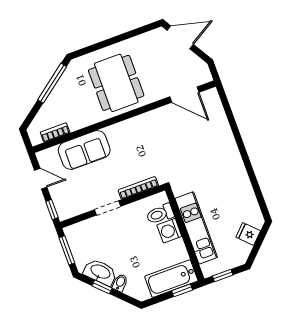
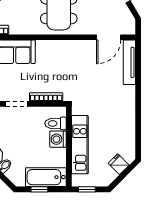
door: (184, 95) -> (109, 37), hinge flipped
tv unit: (218, 114) -> (129, 62), added
window: (182, 290) -> (39, 189), moved

